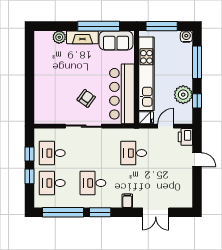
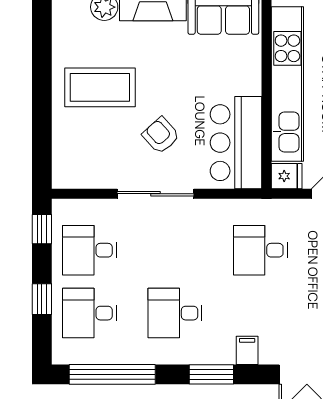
coffee table: (57, 75) -> (100, 87), added
bar counter: (122, 94) -> (236, 143), width x0.73
armchair: (86, 98) -> (161, 135), turned -78
window: (30, 154) -> (42, 229), moved
window: (100, 212) -> (211, 374), moved

